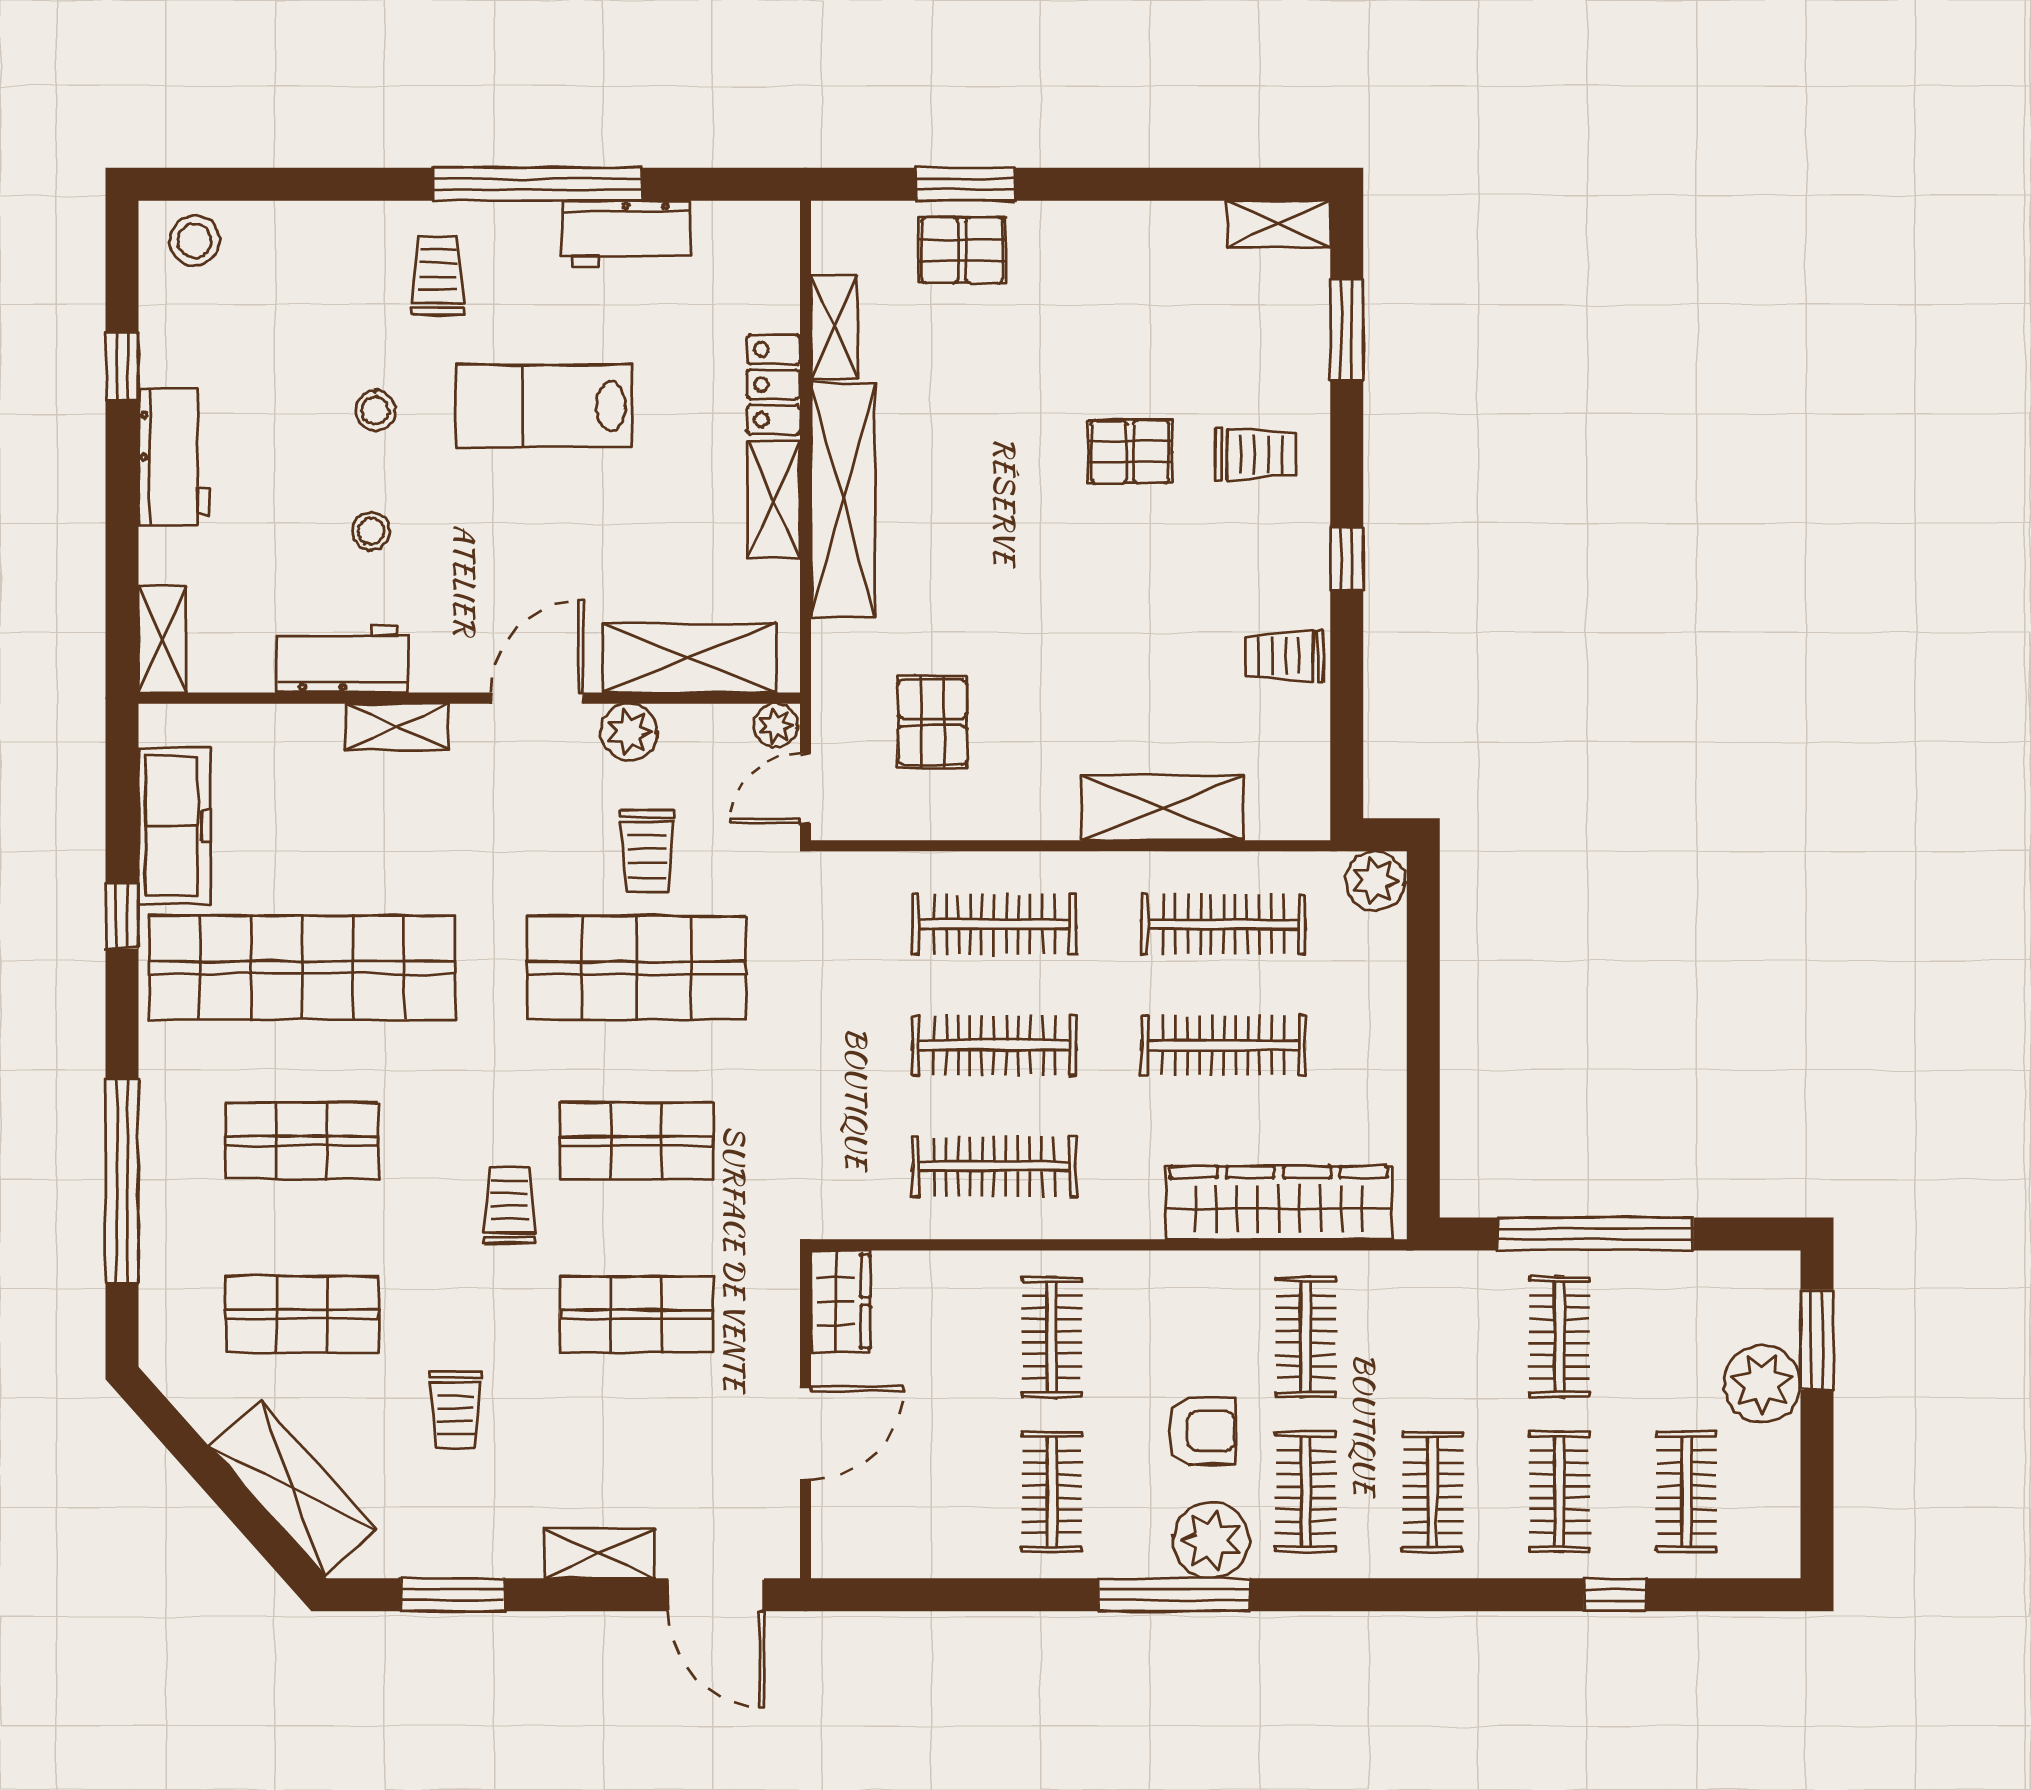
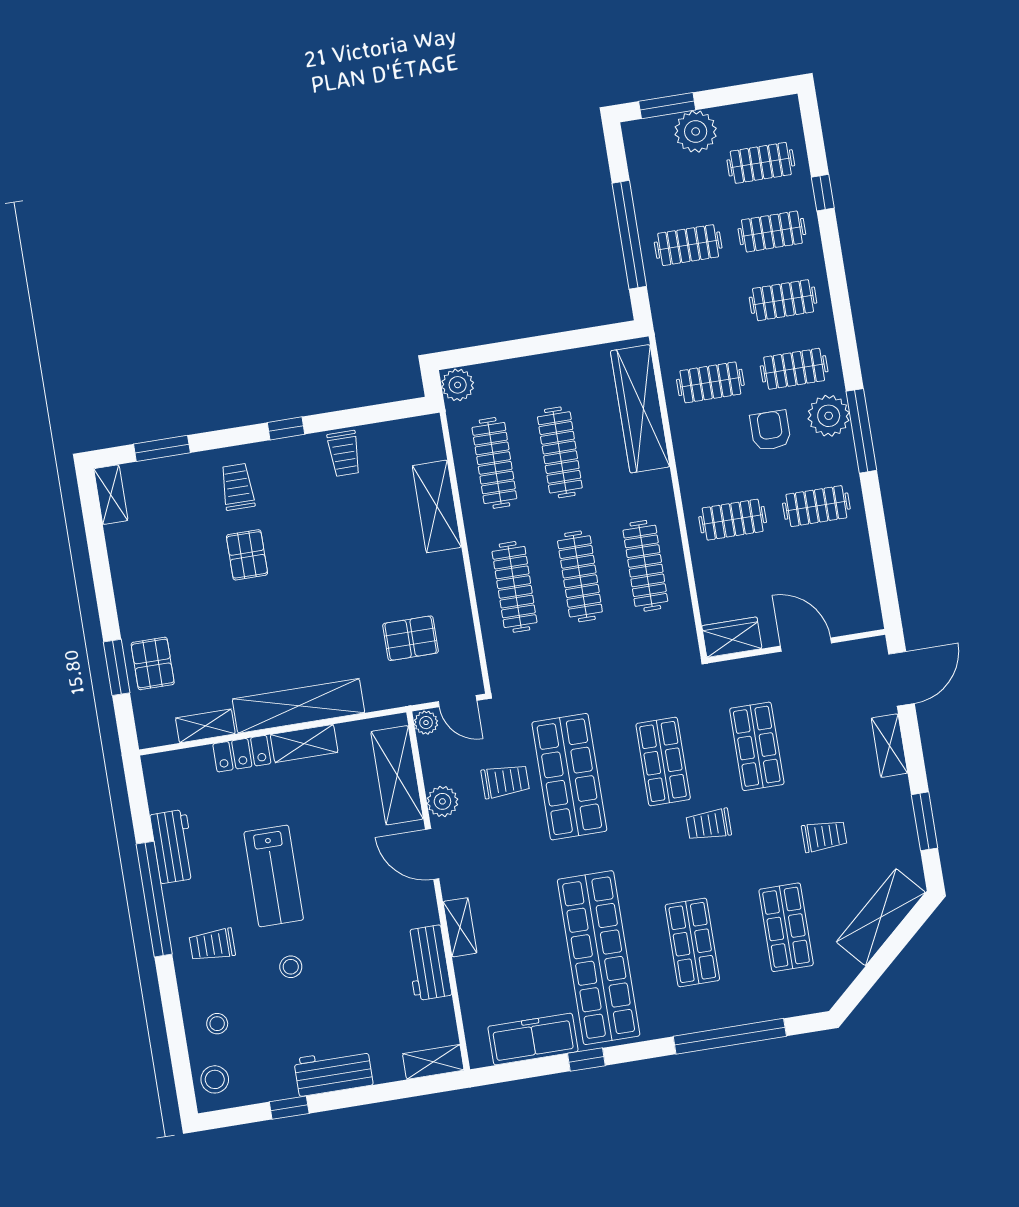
stool: (371, 531) -> (217, 1024), moved

